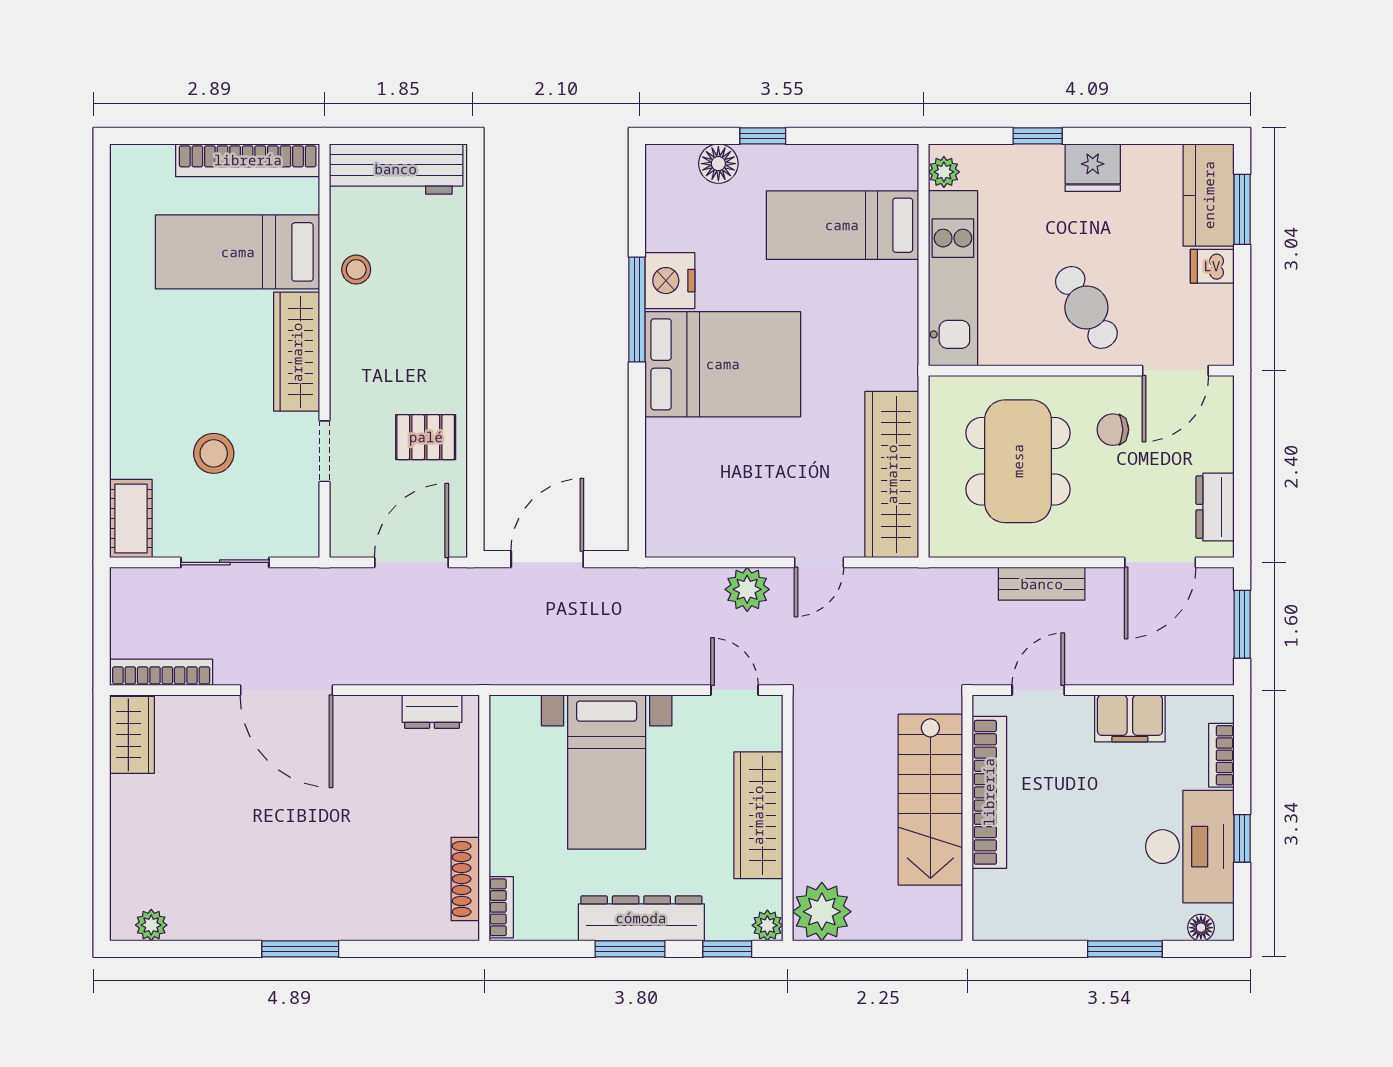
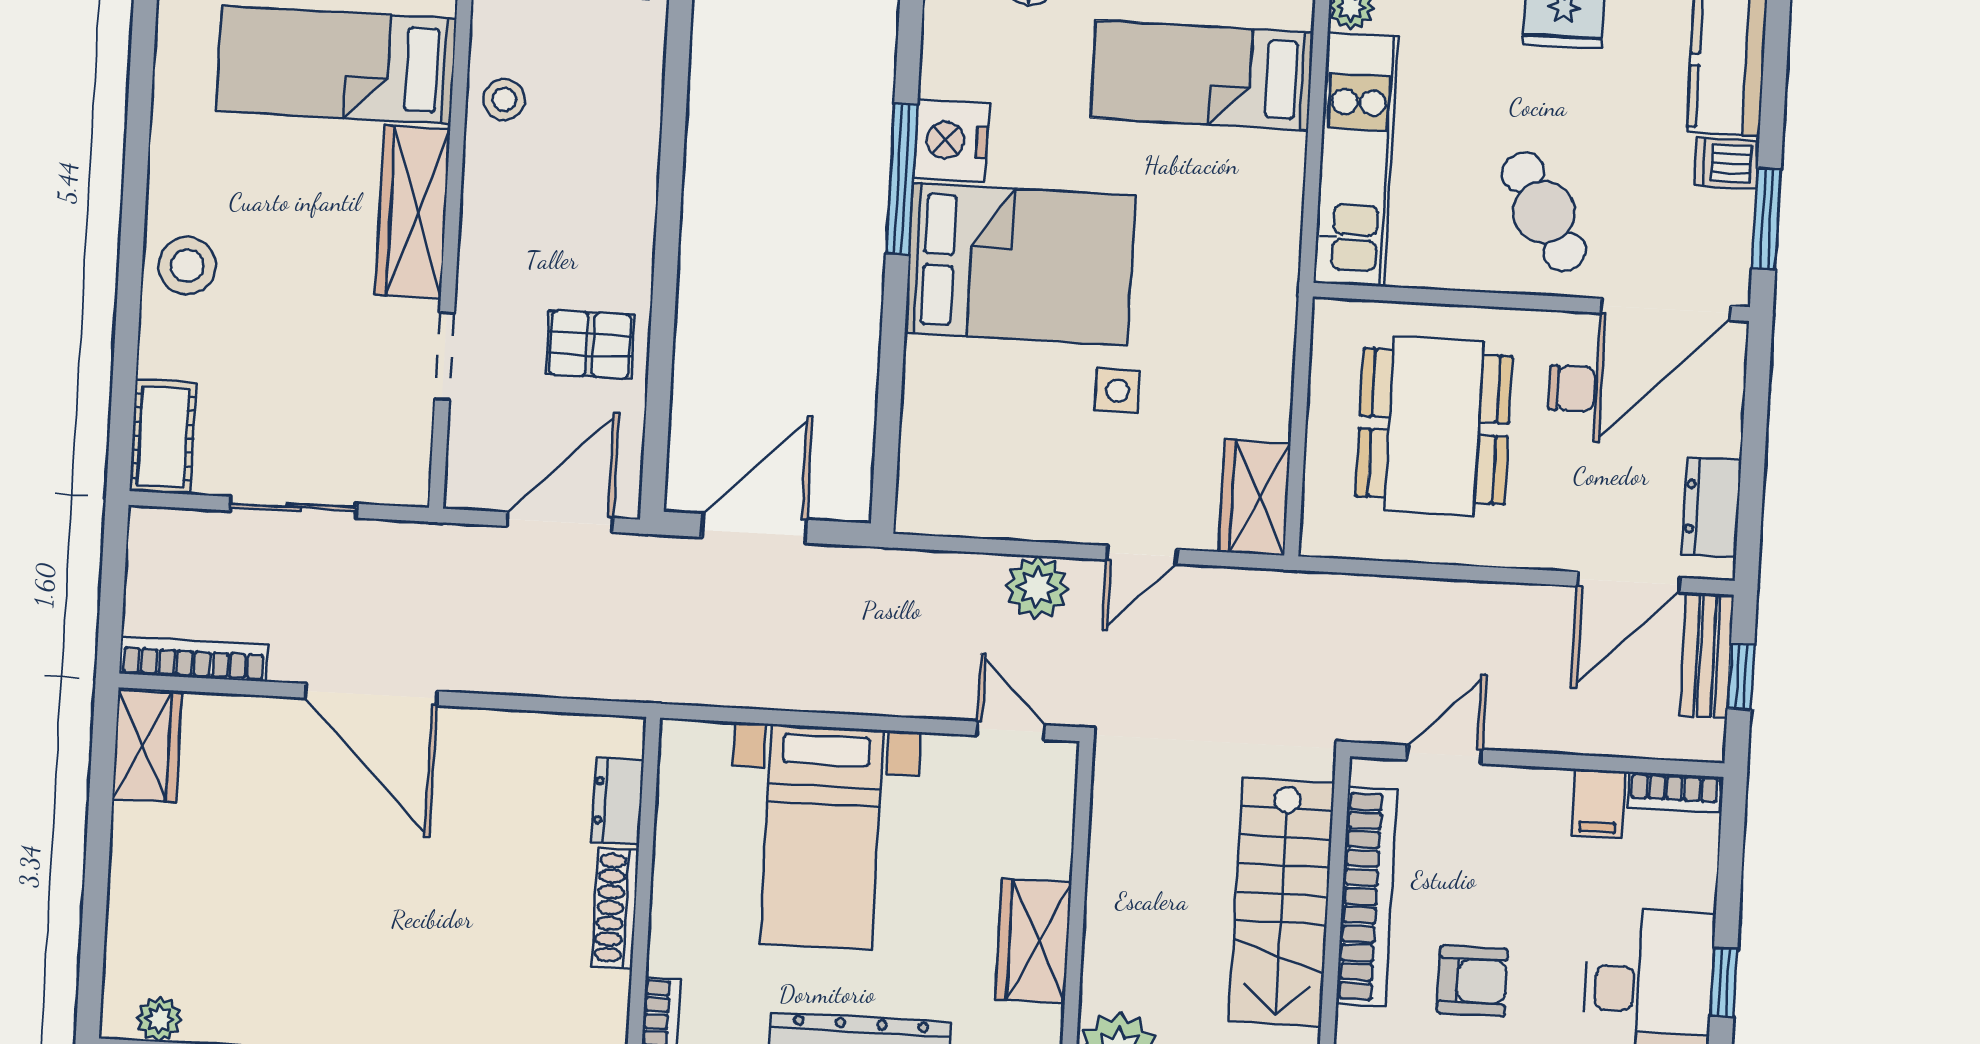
window: (1242, 209) -> (1766, 219), moved
door: (1175, 371) -> (1666, 309), width x1.36
chair: (1113, 430) -> (1572, 389), turned 180
side table: (796, 449) -> (1118, 391), added
stool: (214, 453) -> (187, 266), moved
wardrobe: (892, 474) -> (1255, 497), width x0.48, depth x0.85
bench: (1042, 584) -> (1707, 655), moved, turned 90
window: (1242, 624) -> (1741, 677), width x0.67
dresser: (432, 712) -> (618, 801), moved, turned 90
filing cabinet: (1130, 718) -> (1598, 804), width x0.50
bookcase: (1221, 755) -> (1674, 792), moved, turned -90
wardrobe: (758, 815) -> (1033, 941), width x0.67
armchair: (1067, 847) -> (1472, 981), added
shoe rack: (465, 879) -> (615, 908), moved

